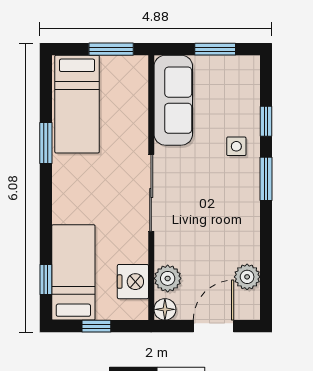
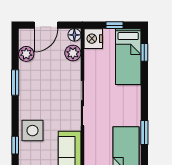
side table: (236, 146) -> (33, 131), width x1.87, depth x1.87
window: (266, 179) -> (15, 83), moved
nightstand: (133, 282) -> (93, 39), moved

